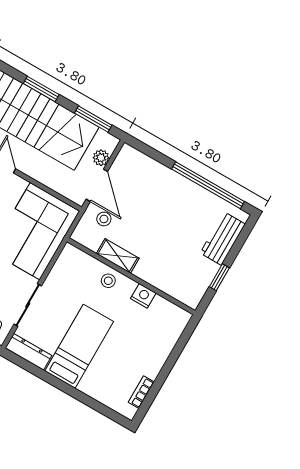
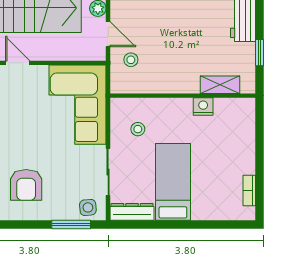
door: (97, 185) -> (108, 34), width x0.73
shelving: (118, 256) -> (220, 85), moved
stool: (108, 281) -> (138, 129), moved

